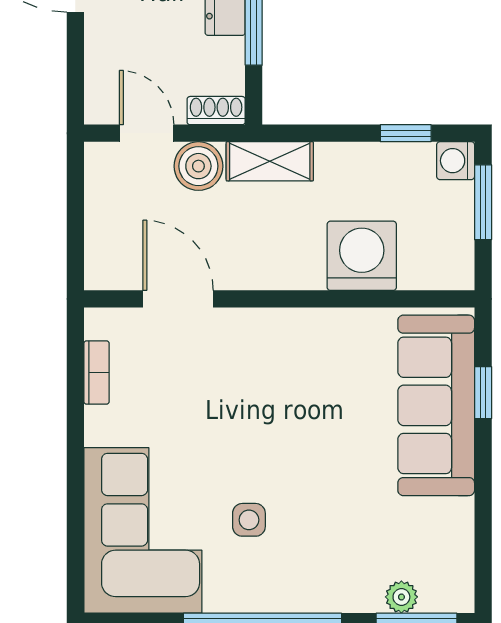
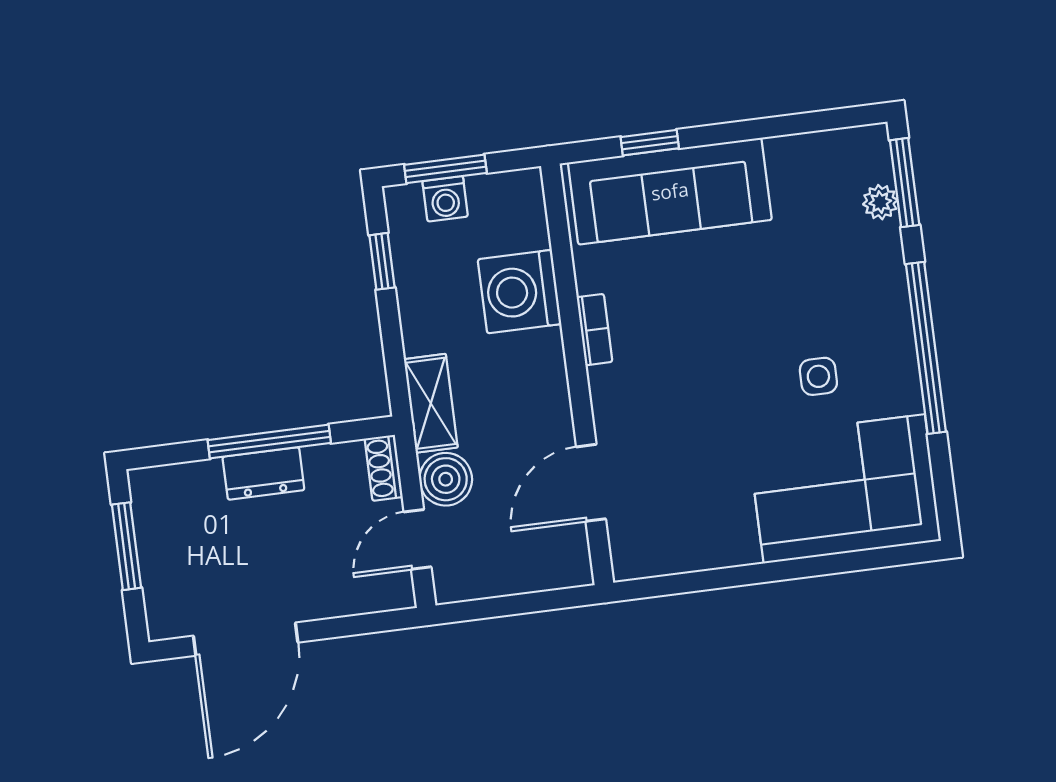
washing machine: (456, 161) -> (445, 199), moved
bookcase: (96, 372) -> (594, 330), moved, turned 90

